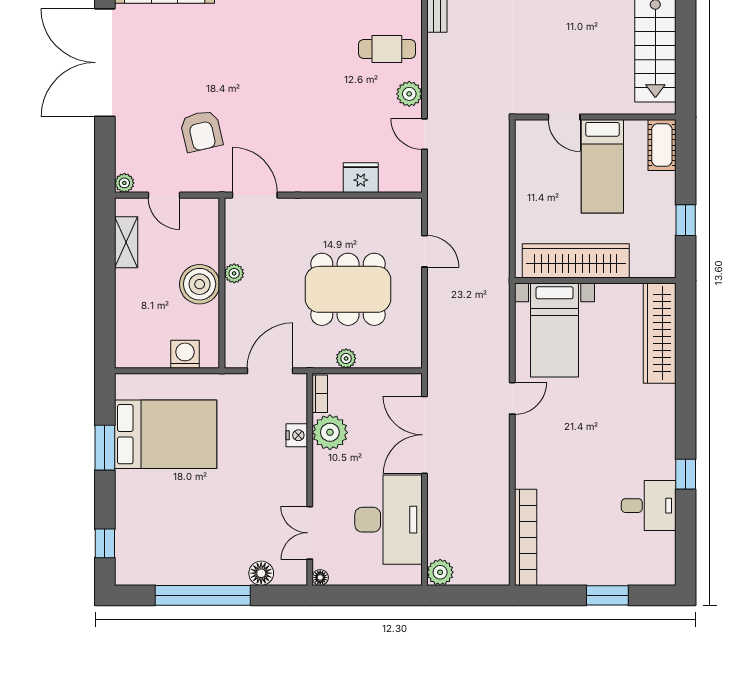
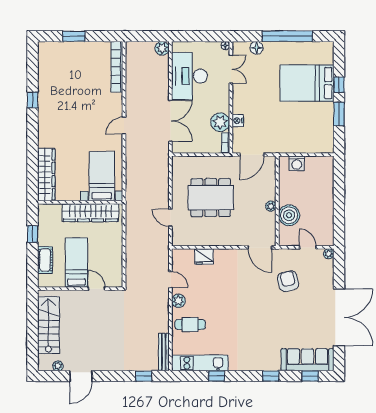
cot: (662, 145) -> (45, 260), moved
shelving: (126, 242) -> (328, 223), removed
boiler: (200, 284) -> (289, 215), moved
plant: (346, 358) -> (212, 161), removed
door: (512, 398) -> (124, 126), moved
bed: (166, 434) -> (307, 83), moved
desk: (649, 506) -> (52, 84), removed
window: (105, 543) -> (339, 85), moved

